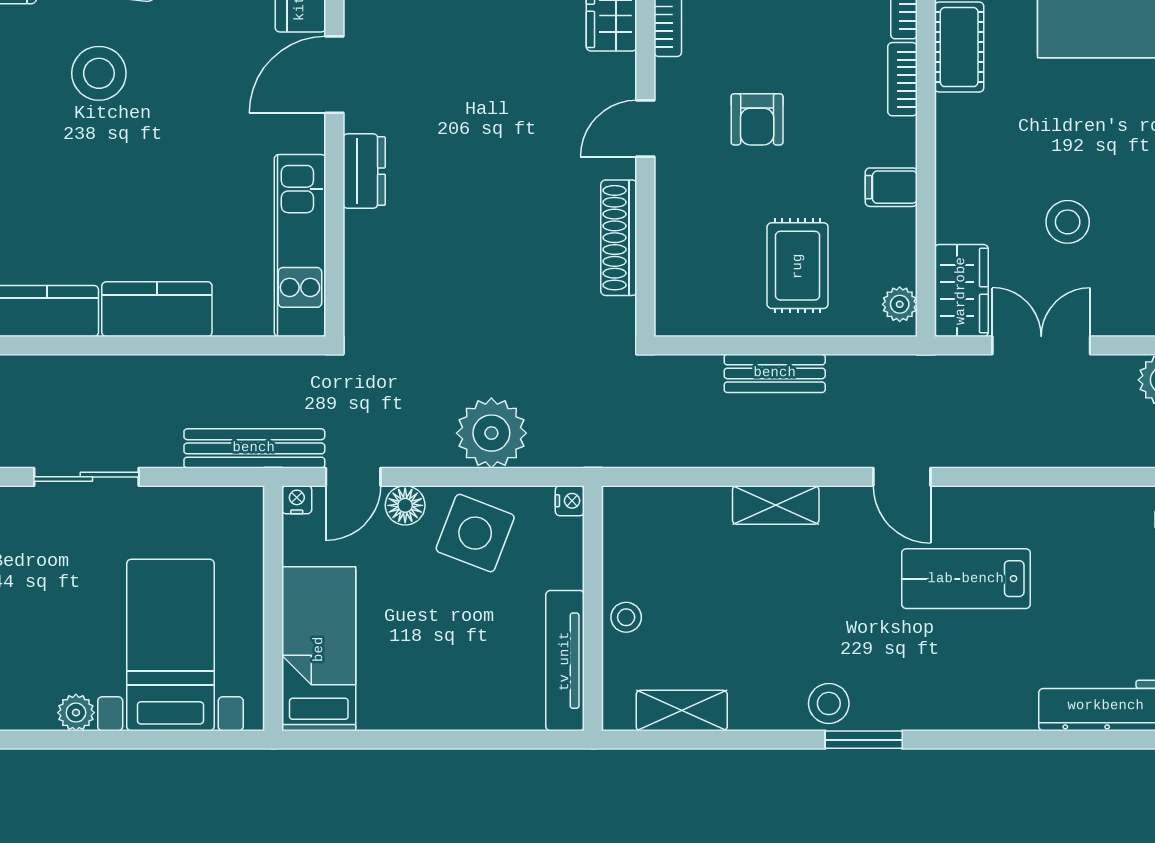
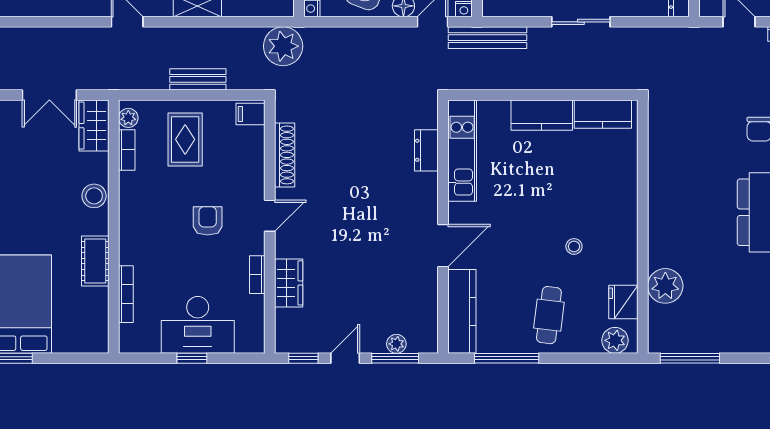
stool: (99, 73) -> (574, 246), width x0.53, depth x0.53
bookcase: (902, 79) -> (127, 150), moved
dresser: (364, 171) -> (426, 150), moved
filing cabinet: (891, 187) -> (250, 114), moved, turned 180
stool: (1068, 222) -> (94, 196), moved
plant: (491, 433) -> (283, 46), moved

